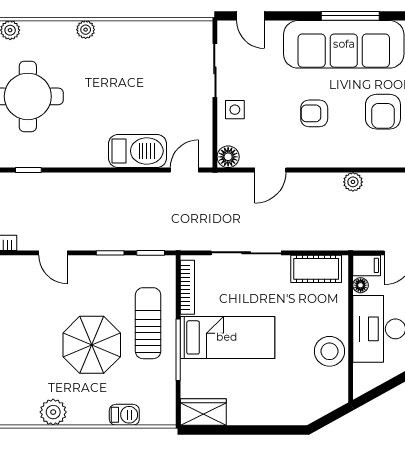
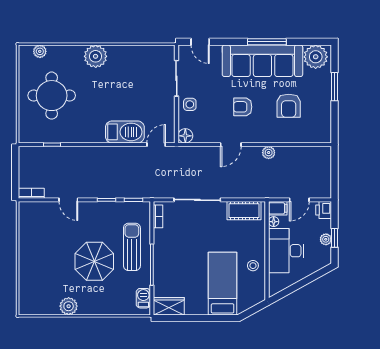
plant: (86, 30) -> (96, 56), width x1.87, depth x1.87
door: (270, 170) -> (231, 145), moved
bookcase: (187, 287) -> (158, 216), width x0.64
bed: (227, 337) -> (223, 284), moved, turned -90
stool: (329, 351) -> (253, 266), width x0.53, depth x0.53
barbecue: (124, 415) -> (143, 298), moved, turned -90

